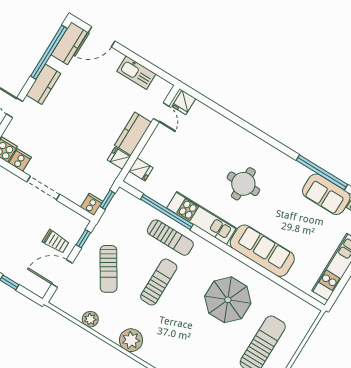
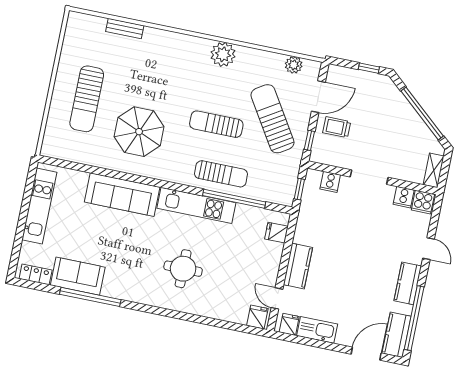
fridge: (119, 158) -> (289, 324), moved, turned -90
round table: (243, 184) -> (183, 269), moved
cooker: (92, 204) -> (330, 182), moved
sun lounger: (170, 238) -> (221, 174), turned 180
sun lounger: (109, 269) -> (273, 119), width x1.36, depth x1.34
sun lounger: (159, 282) -> (216, 124), turned 90
plant: (90, 319) -> (294, 65), moved

